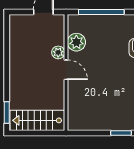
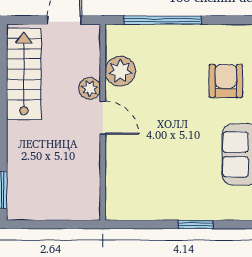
stairs: (37, 120) -> (24, 74), moved, turned 90

